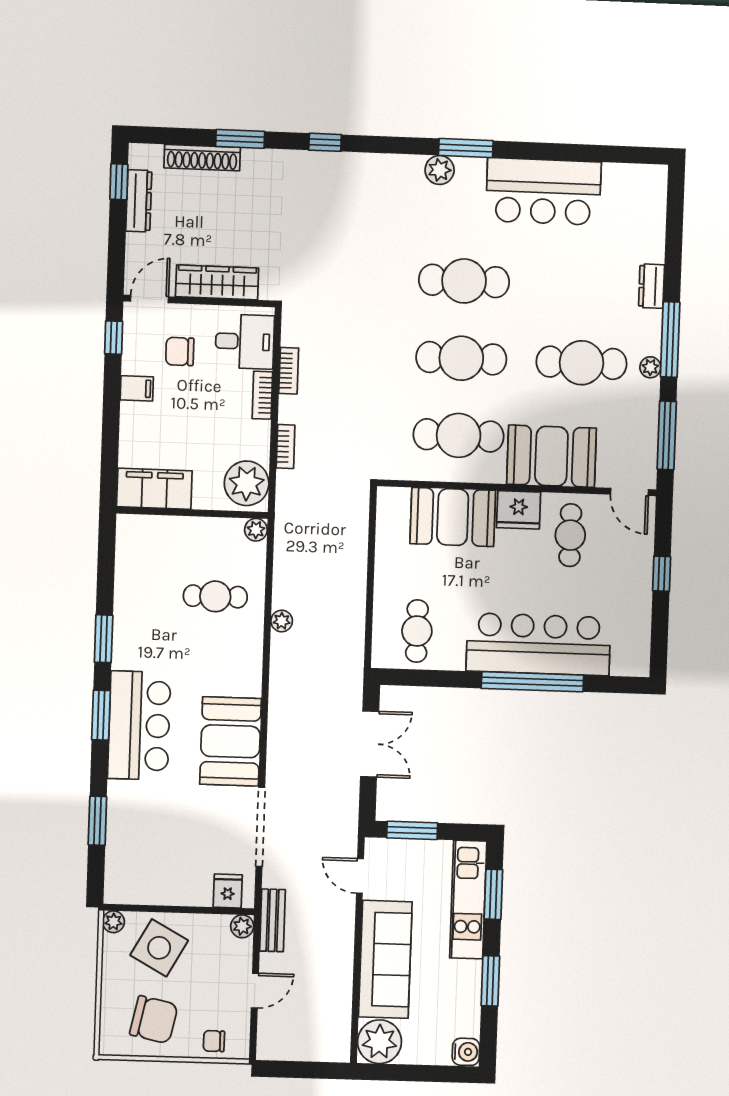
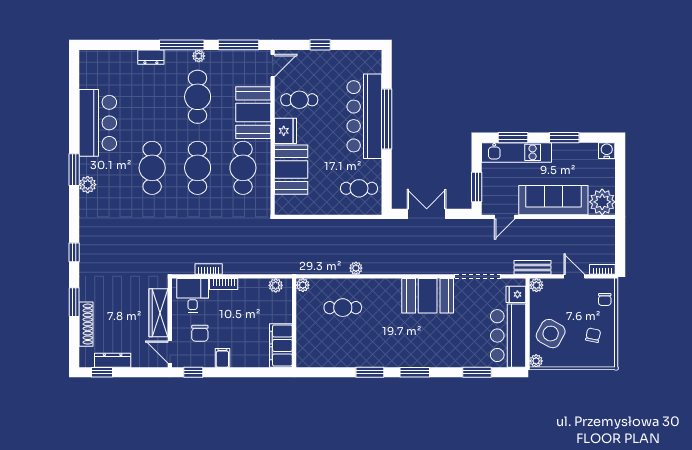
bookcase: (286, 447) -> (602, 269), moved
plant: (247, 483) -> (276, 285), width x0.53, depth x0.53
cafe table: (215, 596) -> (343, 308), turned 90
bar counter: (139, 725) -> (508, 336), moved, turned -90
chair: (154, 1020) -> (593, 335), width x0.54, depth x0.54

